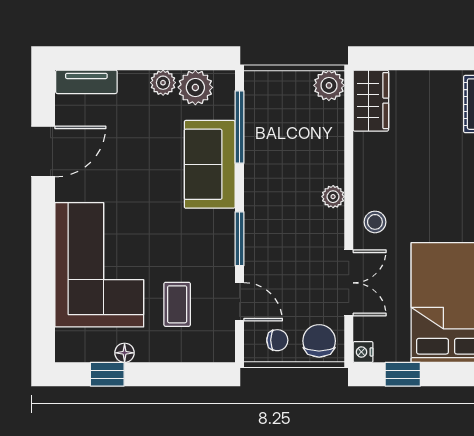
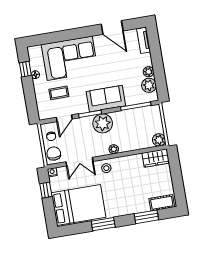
sofa: (210, 164) -> (106, 99), moved
plant: (267, 213) -> (103, 123), added
chair: (319, 341) -> (54, 154), turned -90

